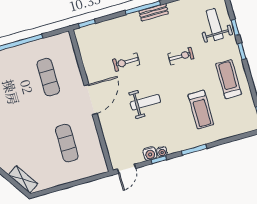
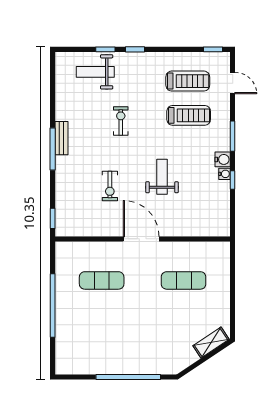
treadmill: (229, 79) -> (188, 81), moved, turned 180
water cooler: (150, 154) -> (223, 159), moved
door: (127, 169) -> (233, 83), moved

